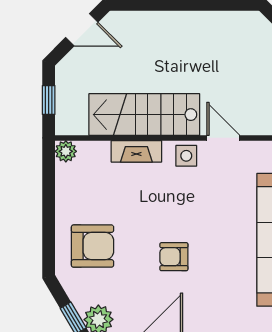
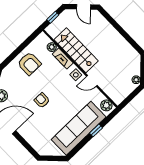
door: (223, 138) -> (92, 81), swing flipped
plant: (66, 151) -> (52, 47), moved
armchair: (92, 246) -> (29, 64), moved

